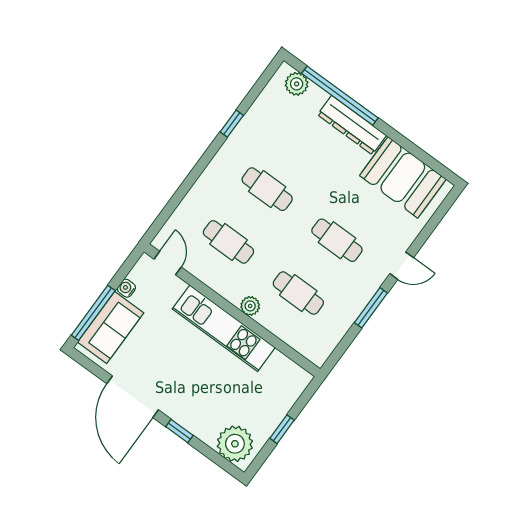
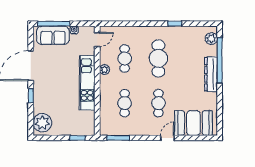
booth: (403, 177) -> (193, 123), moved, turned 90
cafe table: (267, 189) -> (158, 58), width x1.37, depth x1.35
door: (402, 266) -> (168, 138), swing flipped
plant: (250, 306) -> (104, 70), moved
window: (371, 308) -> (118, 138), moved
window: (282, 429) -> (77, 138), moved

